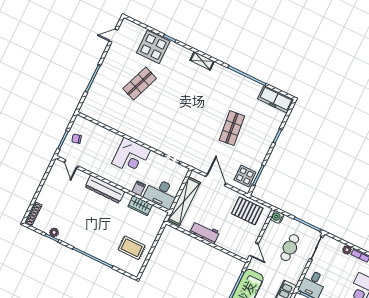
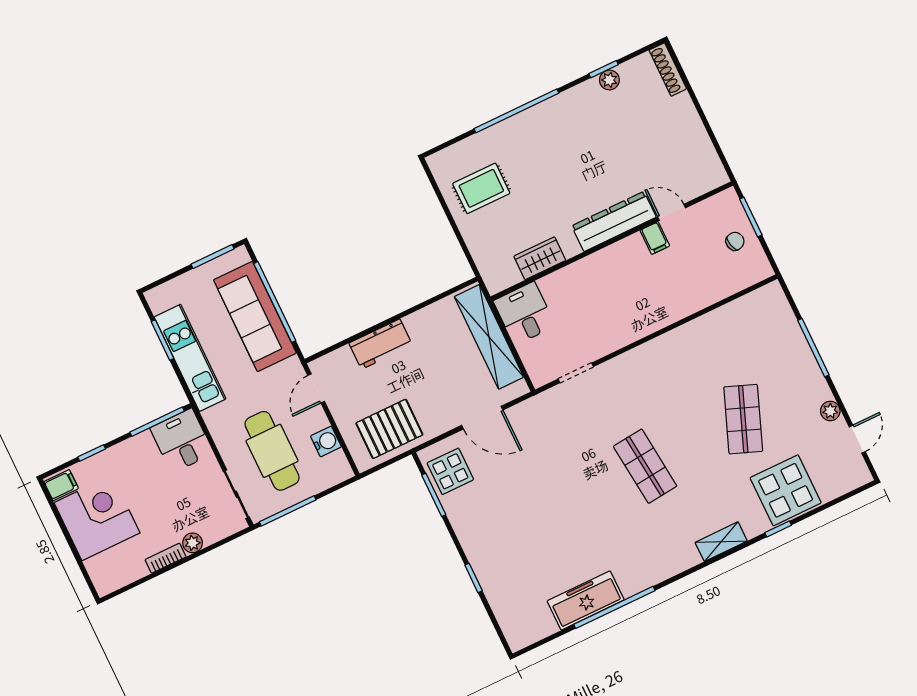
plant: (111, 54) -> (830, 411), added
shelving: (202, 61) -> (721, 542), moved
freezer: (276, 99) -> (586, 600), moved
shop shelf: (232, 128) -> (645, 466), moved
corner desk: (131, 157) -> (633, 308), removed
door: (71, 164) -> (672, 212), moved
filing cabinet: (139, 188) -> (655, 238), moved
desk: (161, 193) -> (524, 313), width x0.73
water cooler: (277, 217) -> (326, 441), moved
workbench: (205, 232) -> (381, 344), moved
cafe table: (290, 248) -> (272, 451), width x1.37, depth x1.35
door: (254, 250) -> (316, 388), hinge flipped

